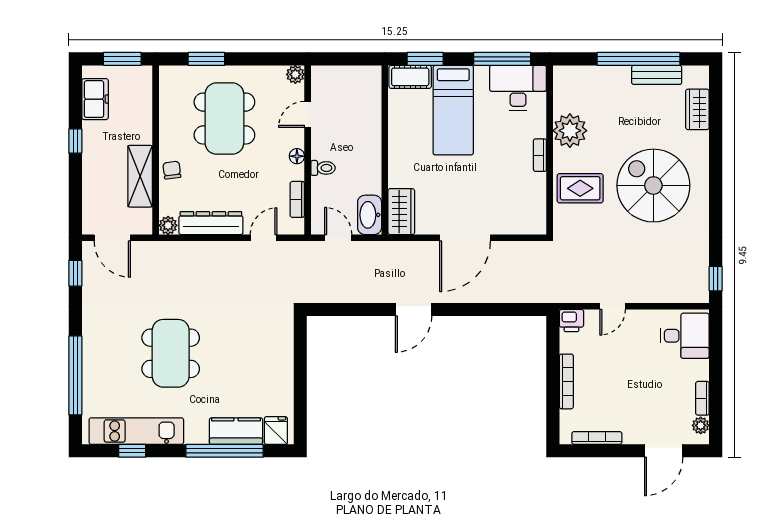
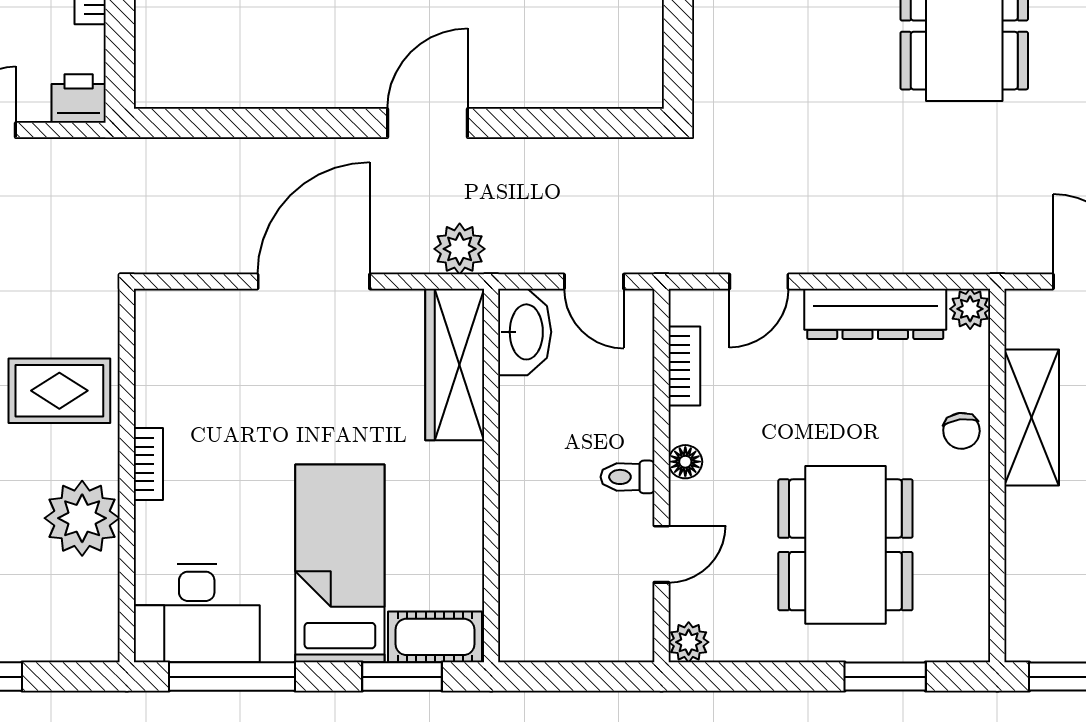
toilet: (323, 168) -> (627, 477), moved
wardrobe: (401, 212) -> (455, 364), width x1.50
plant: (399, 252) -> (460, 249), added

